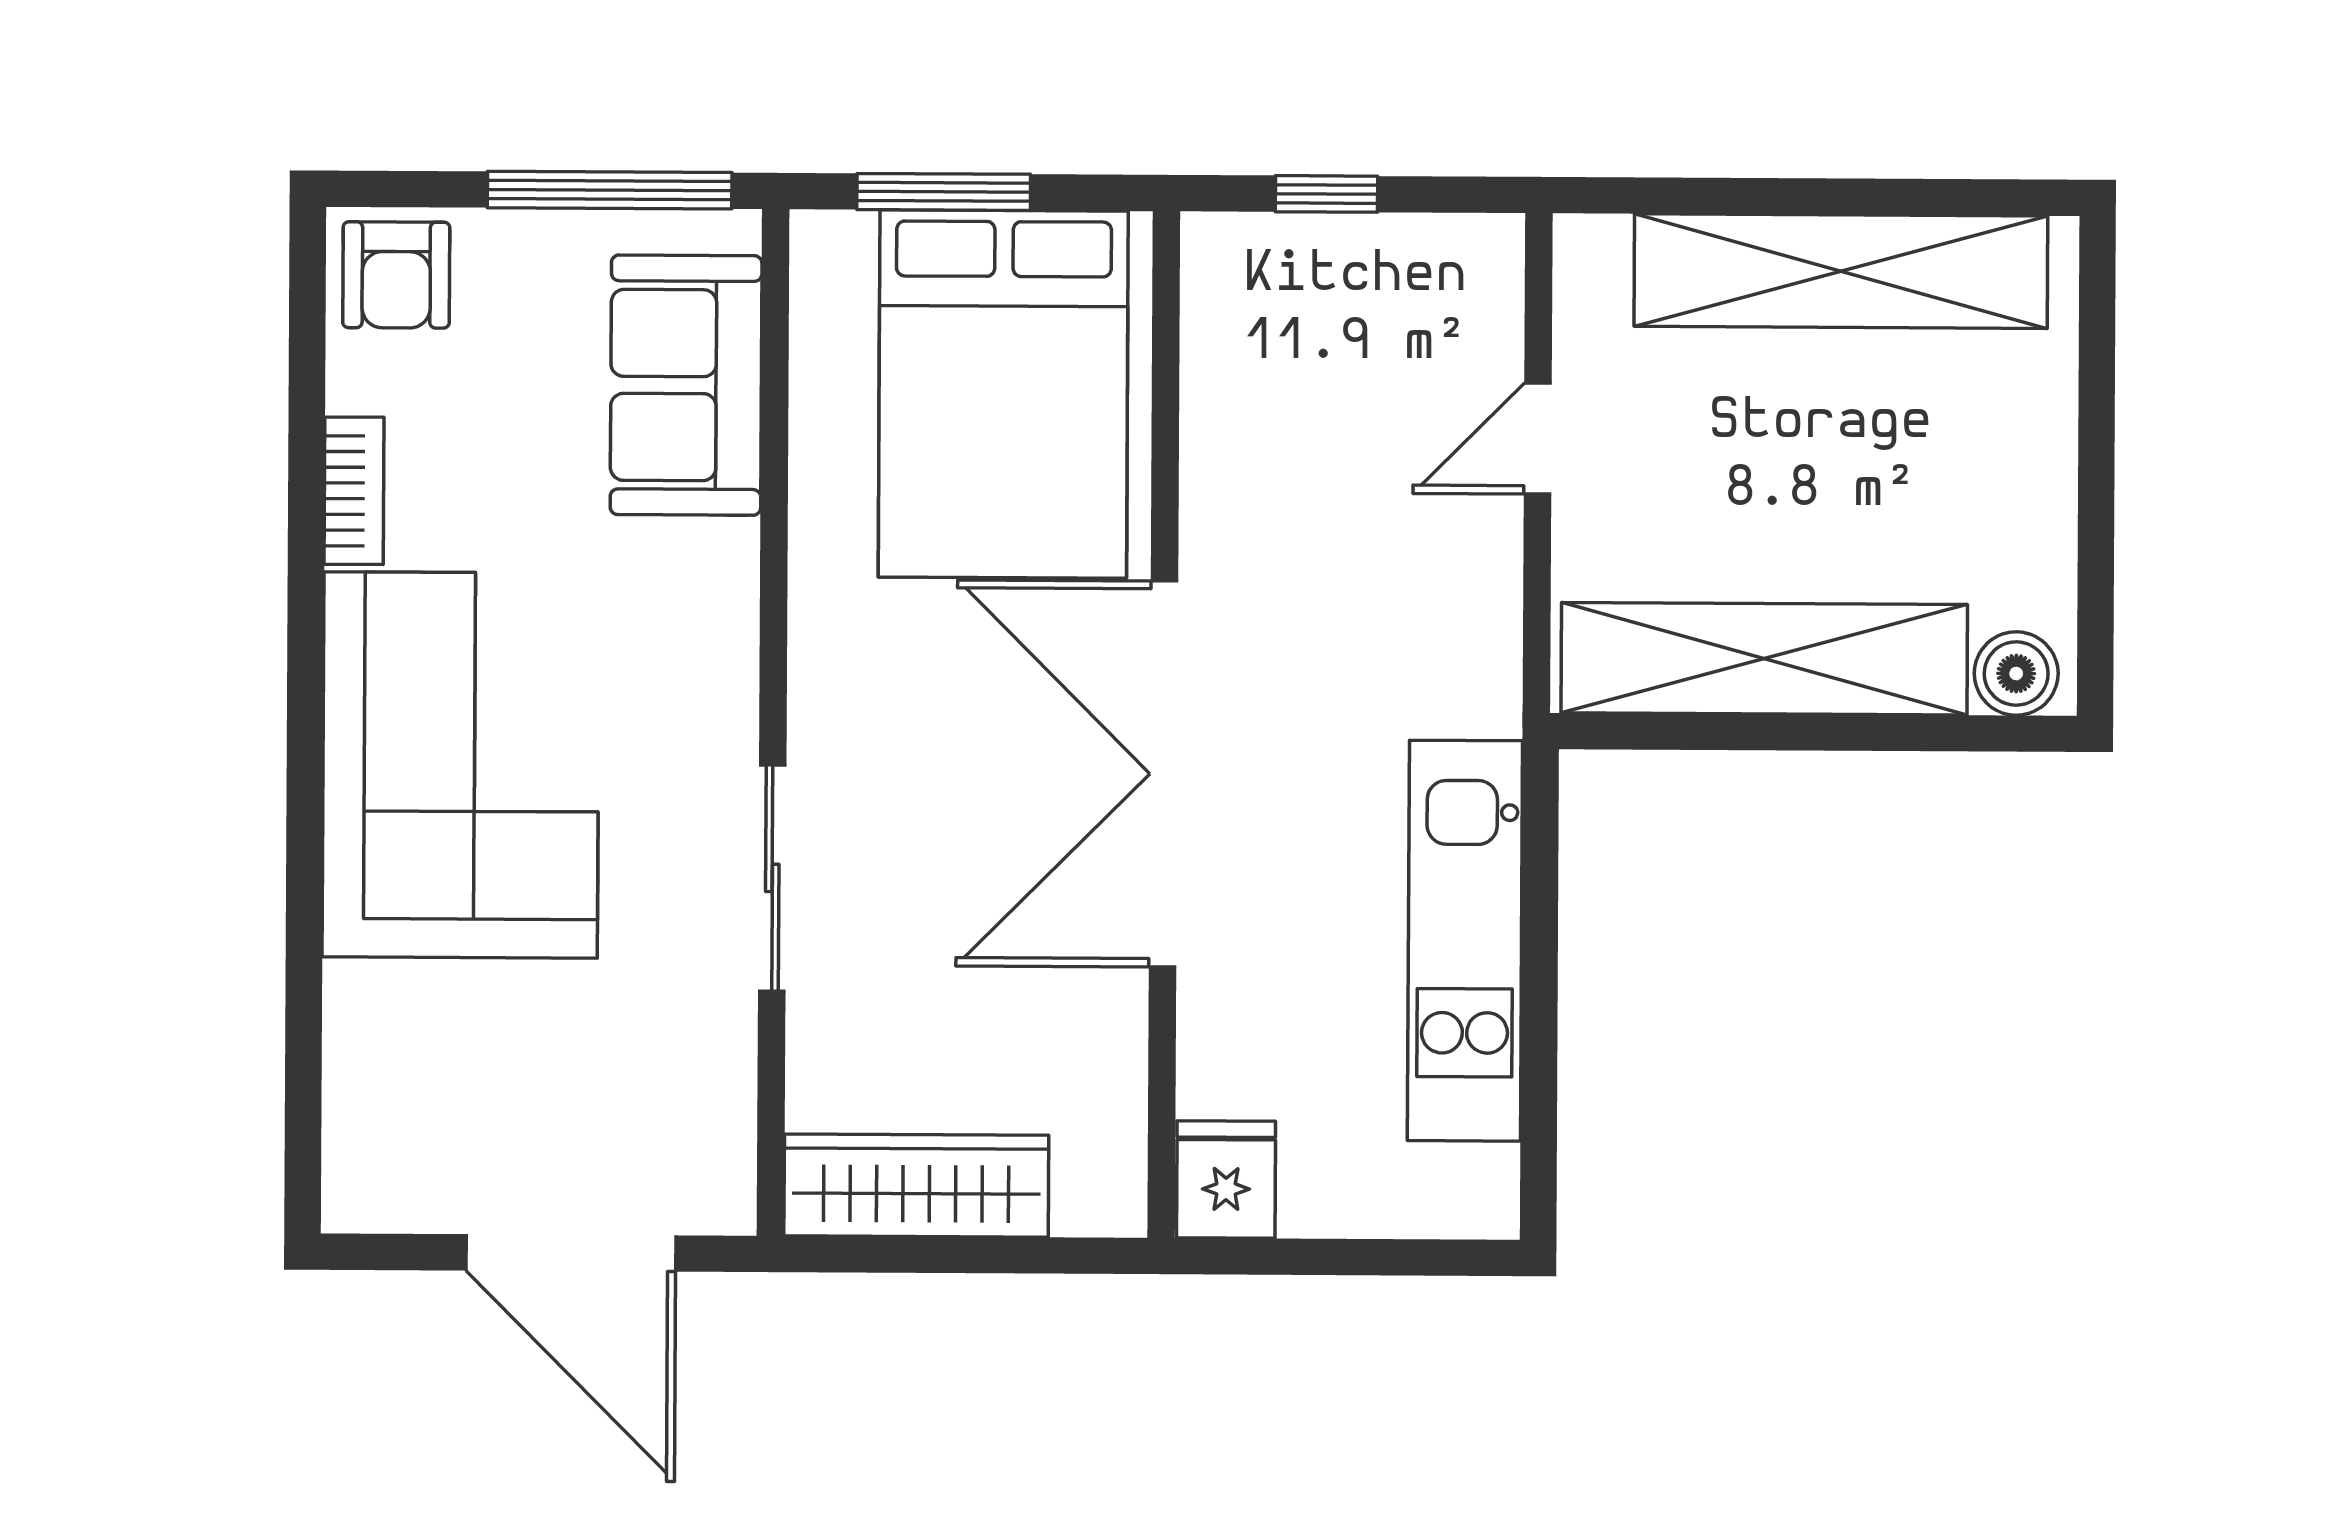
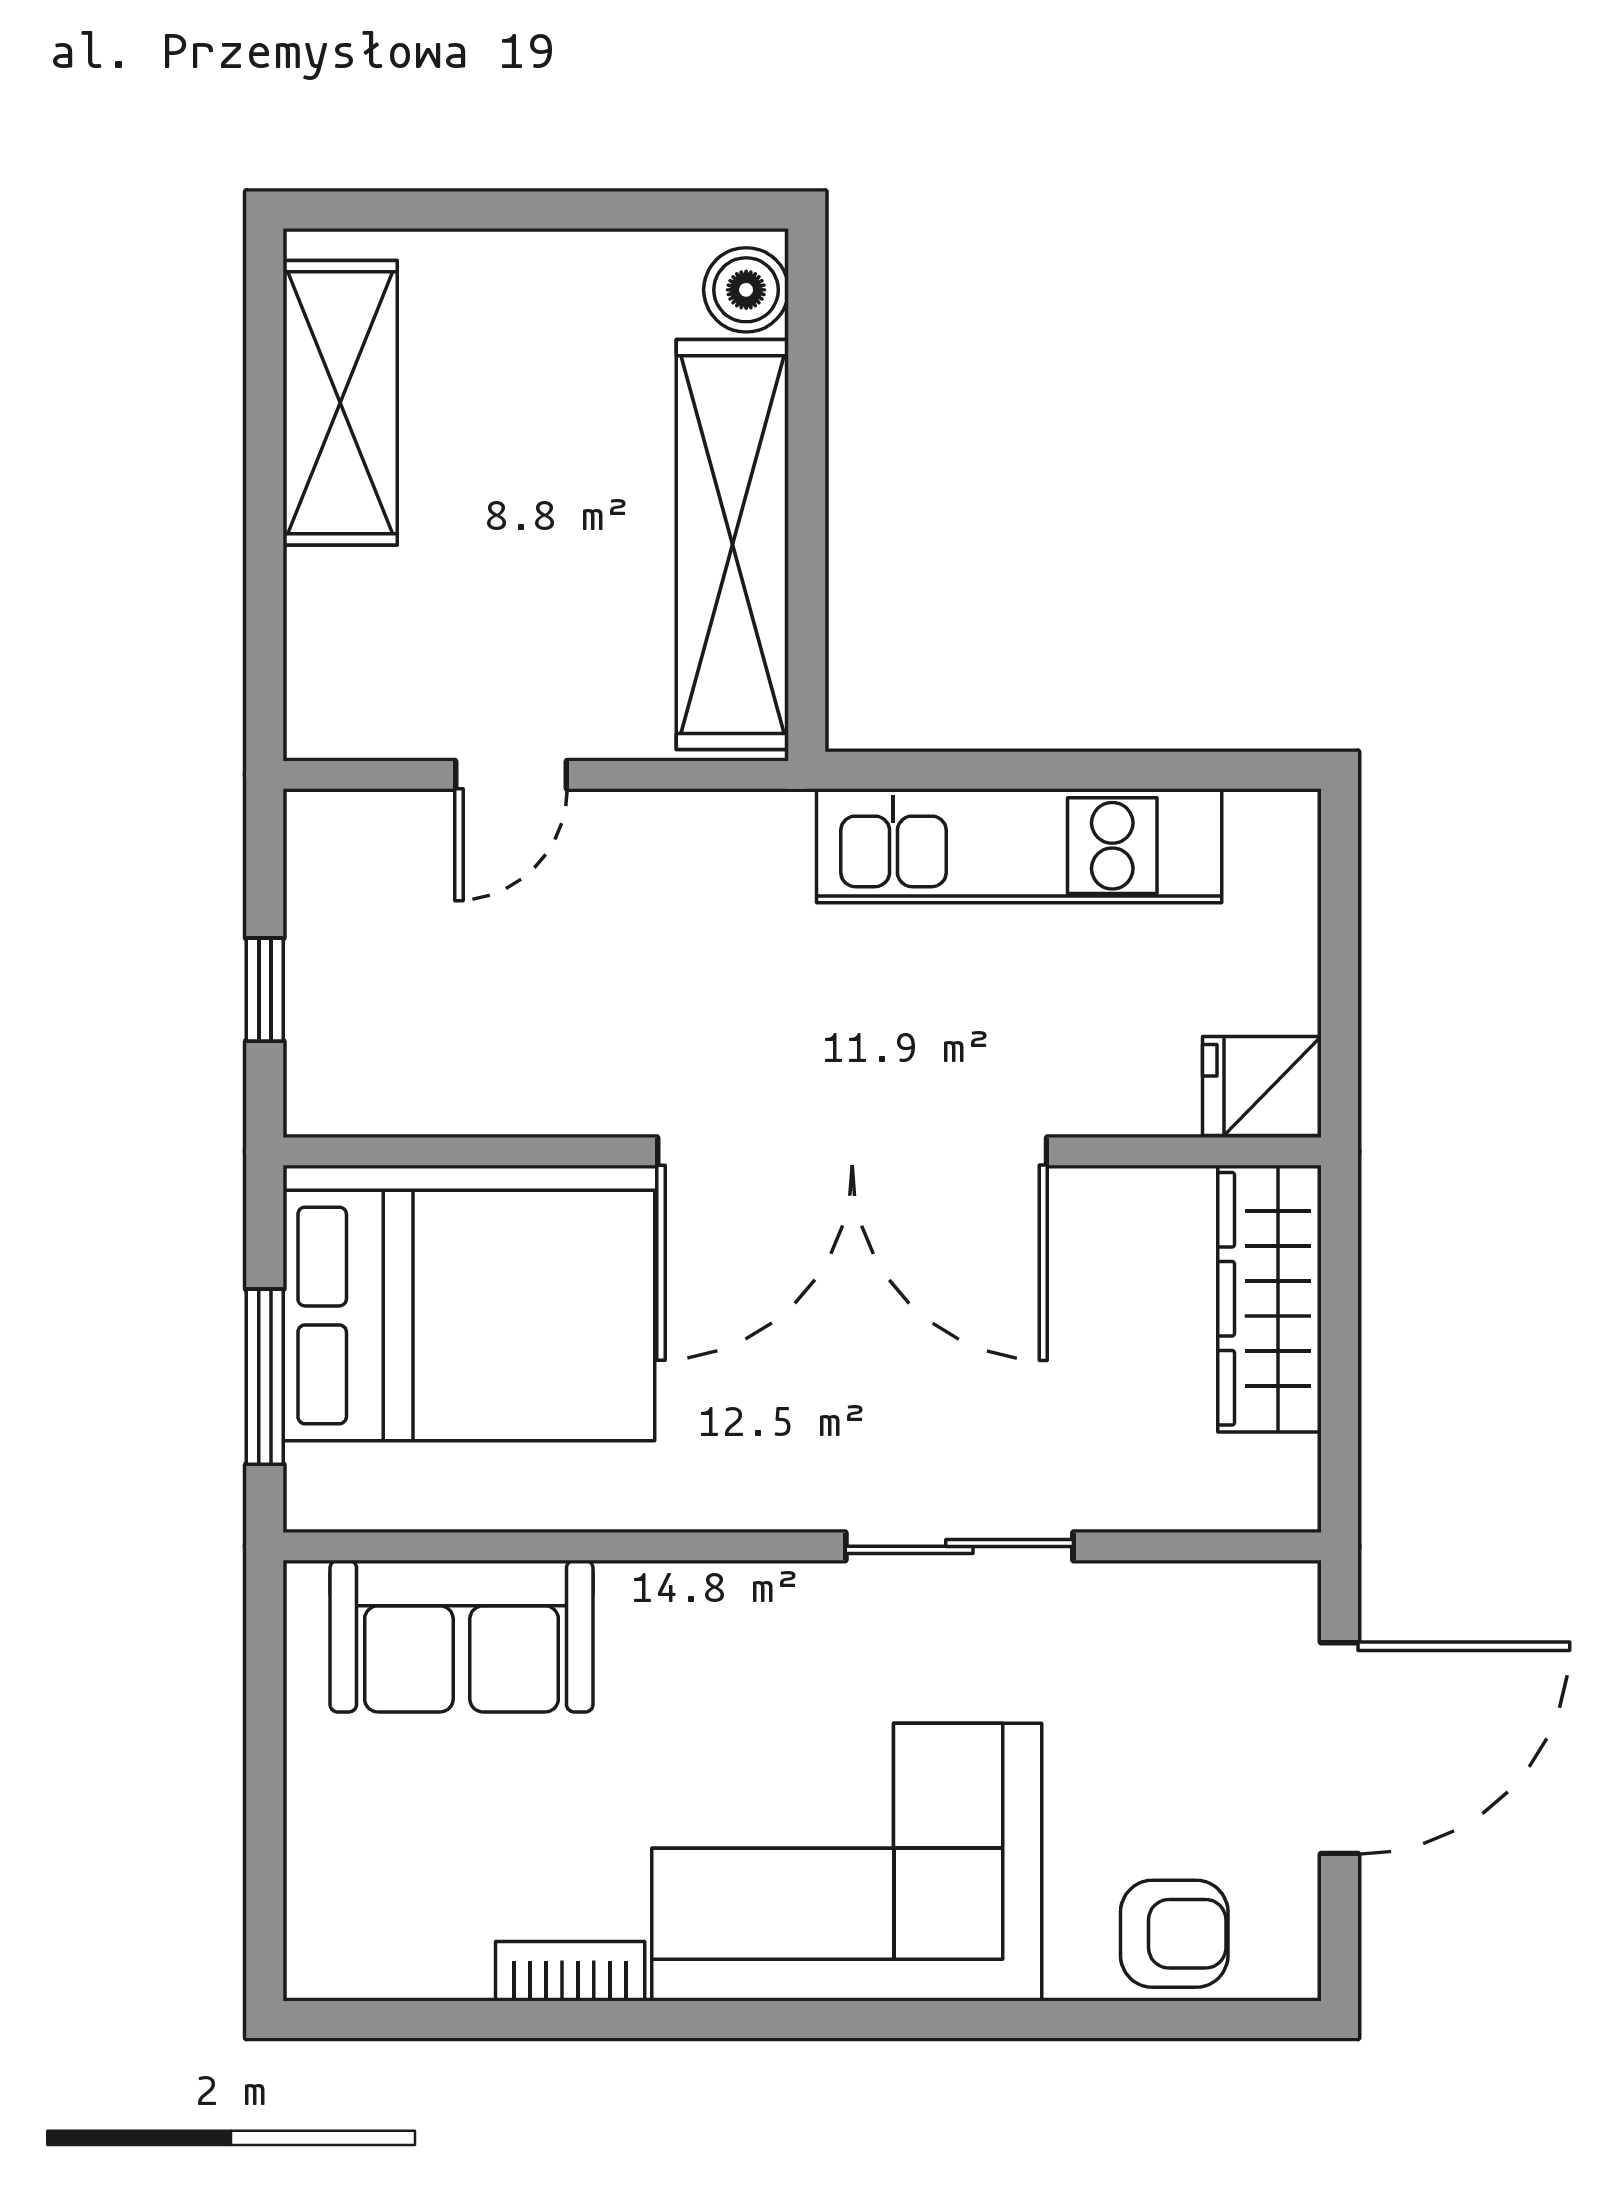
window: (610, 190) -> (265, 1714), removed
shelving: (1841, 271) -> (340, 403), width x0.68
armchair: (396, 275) -> (1174, 1934), moved
door: (1538, 439) -> (511, 775), hinge flipped
wardrobe: (916, 1186) -> (1270, 1299), moved

